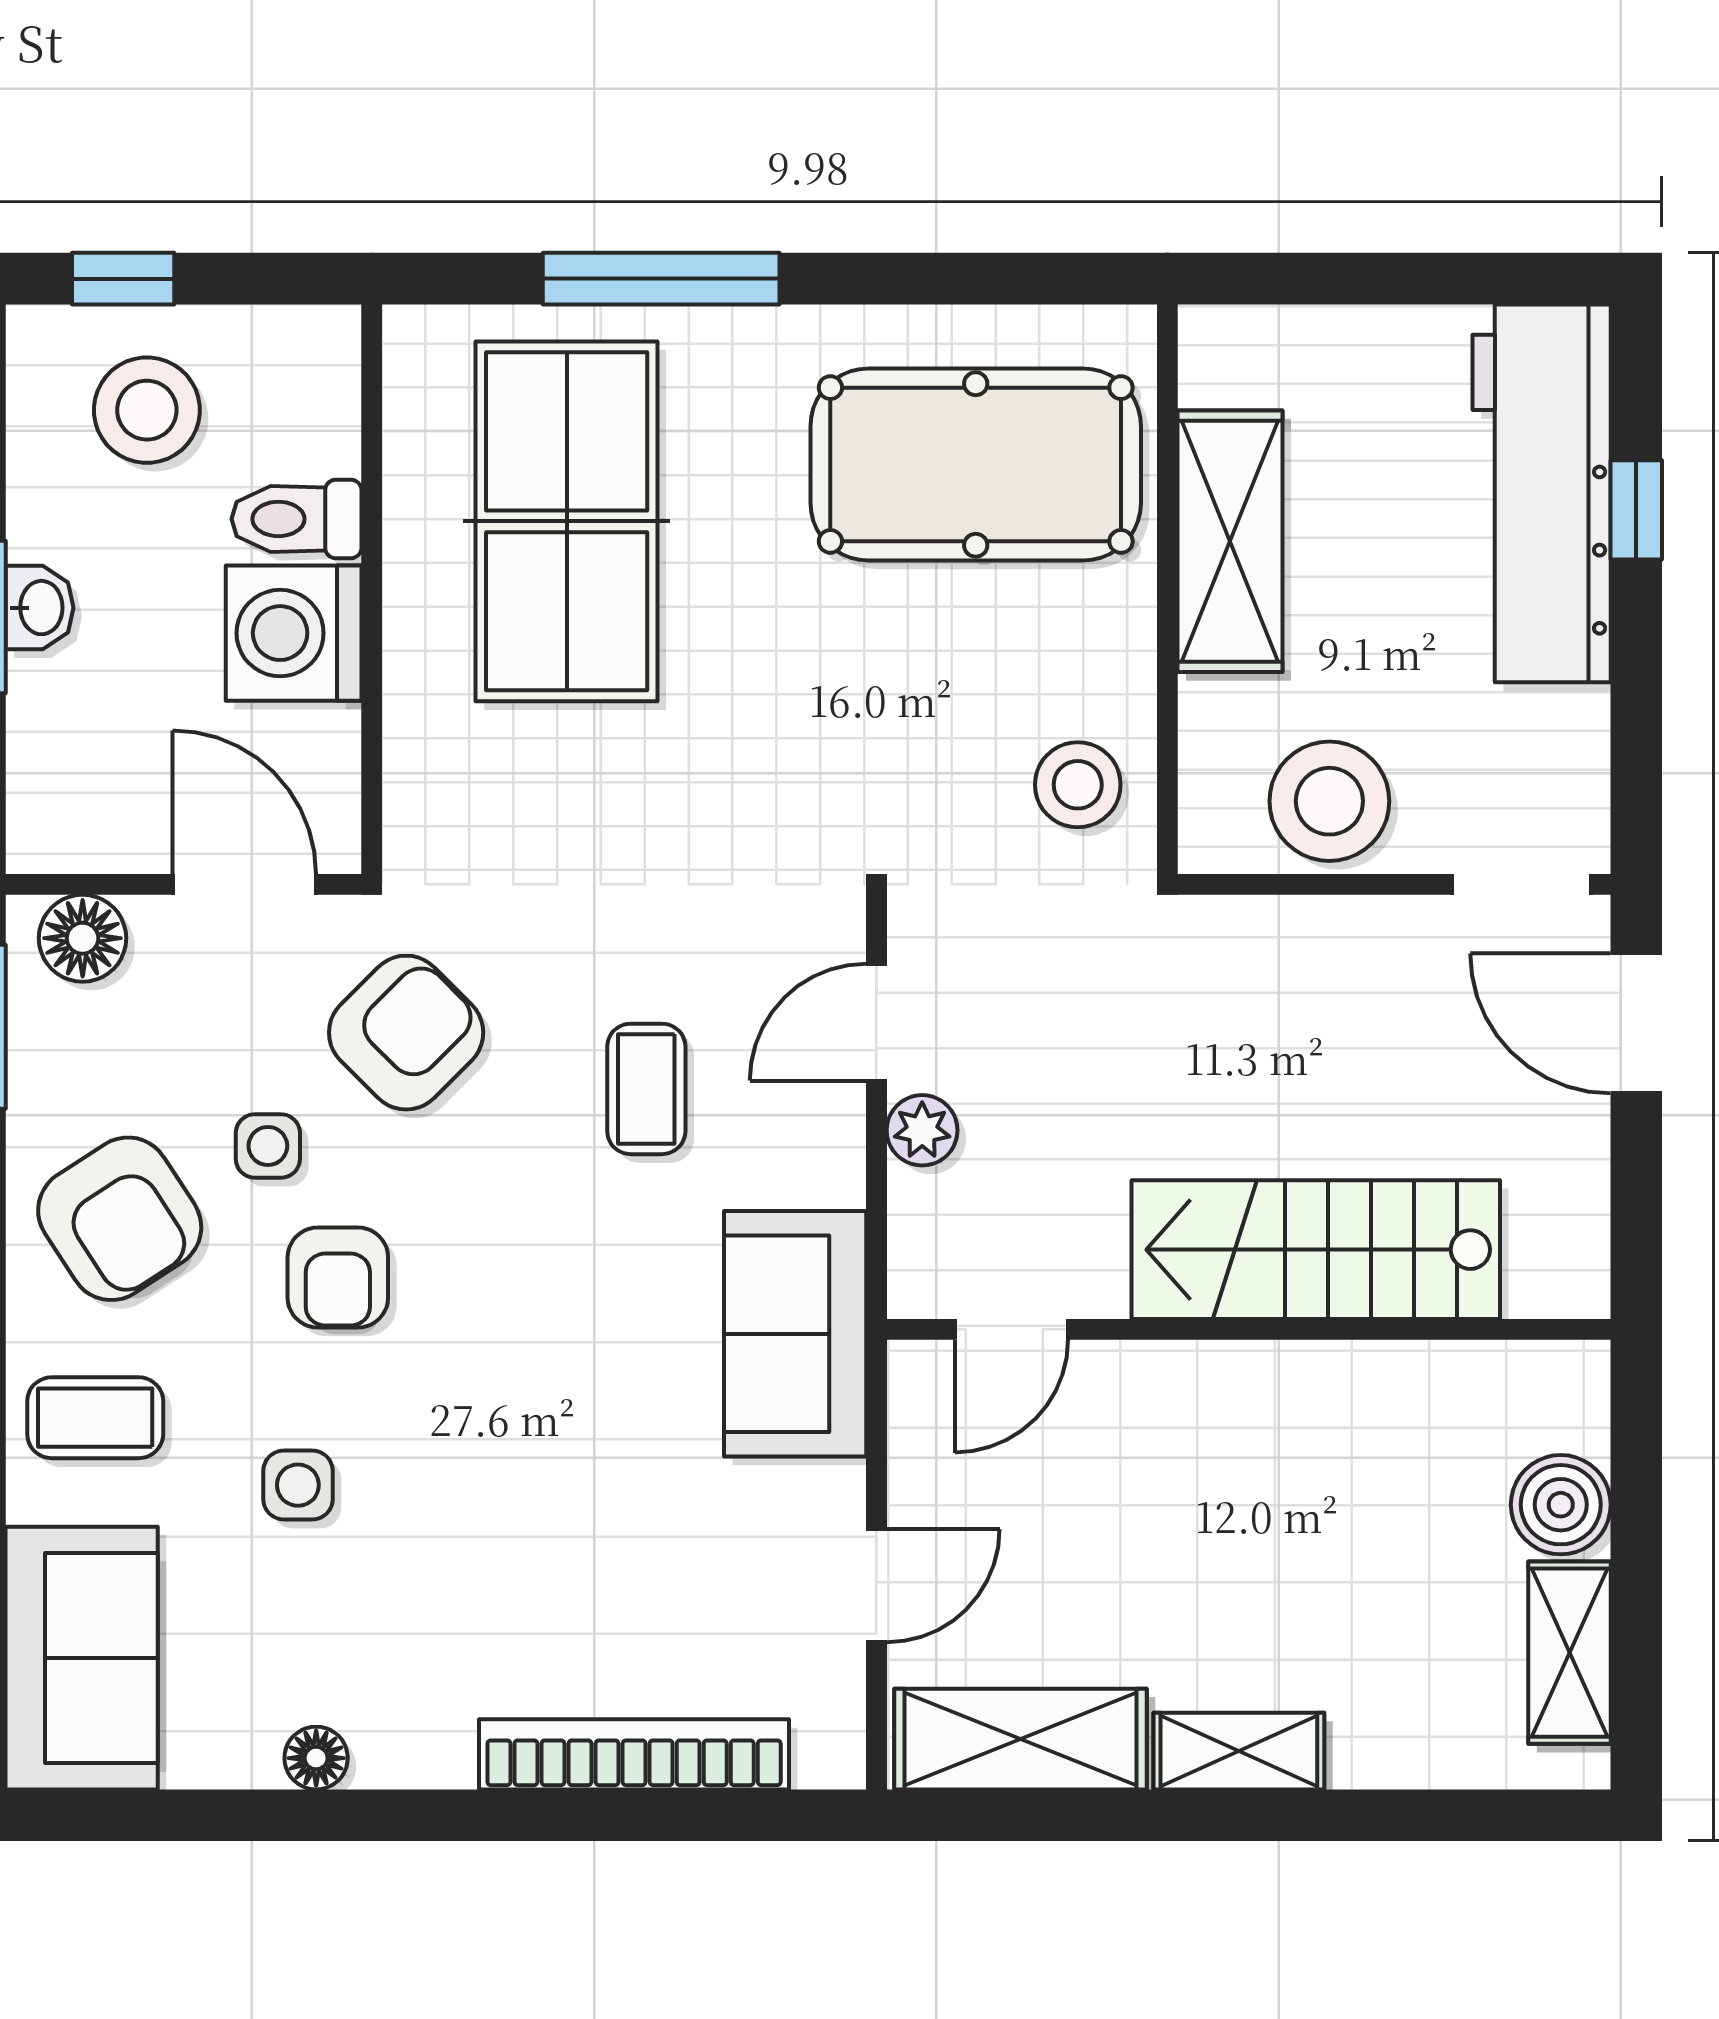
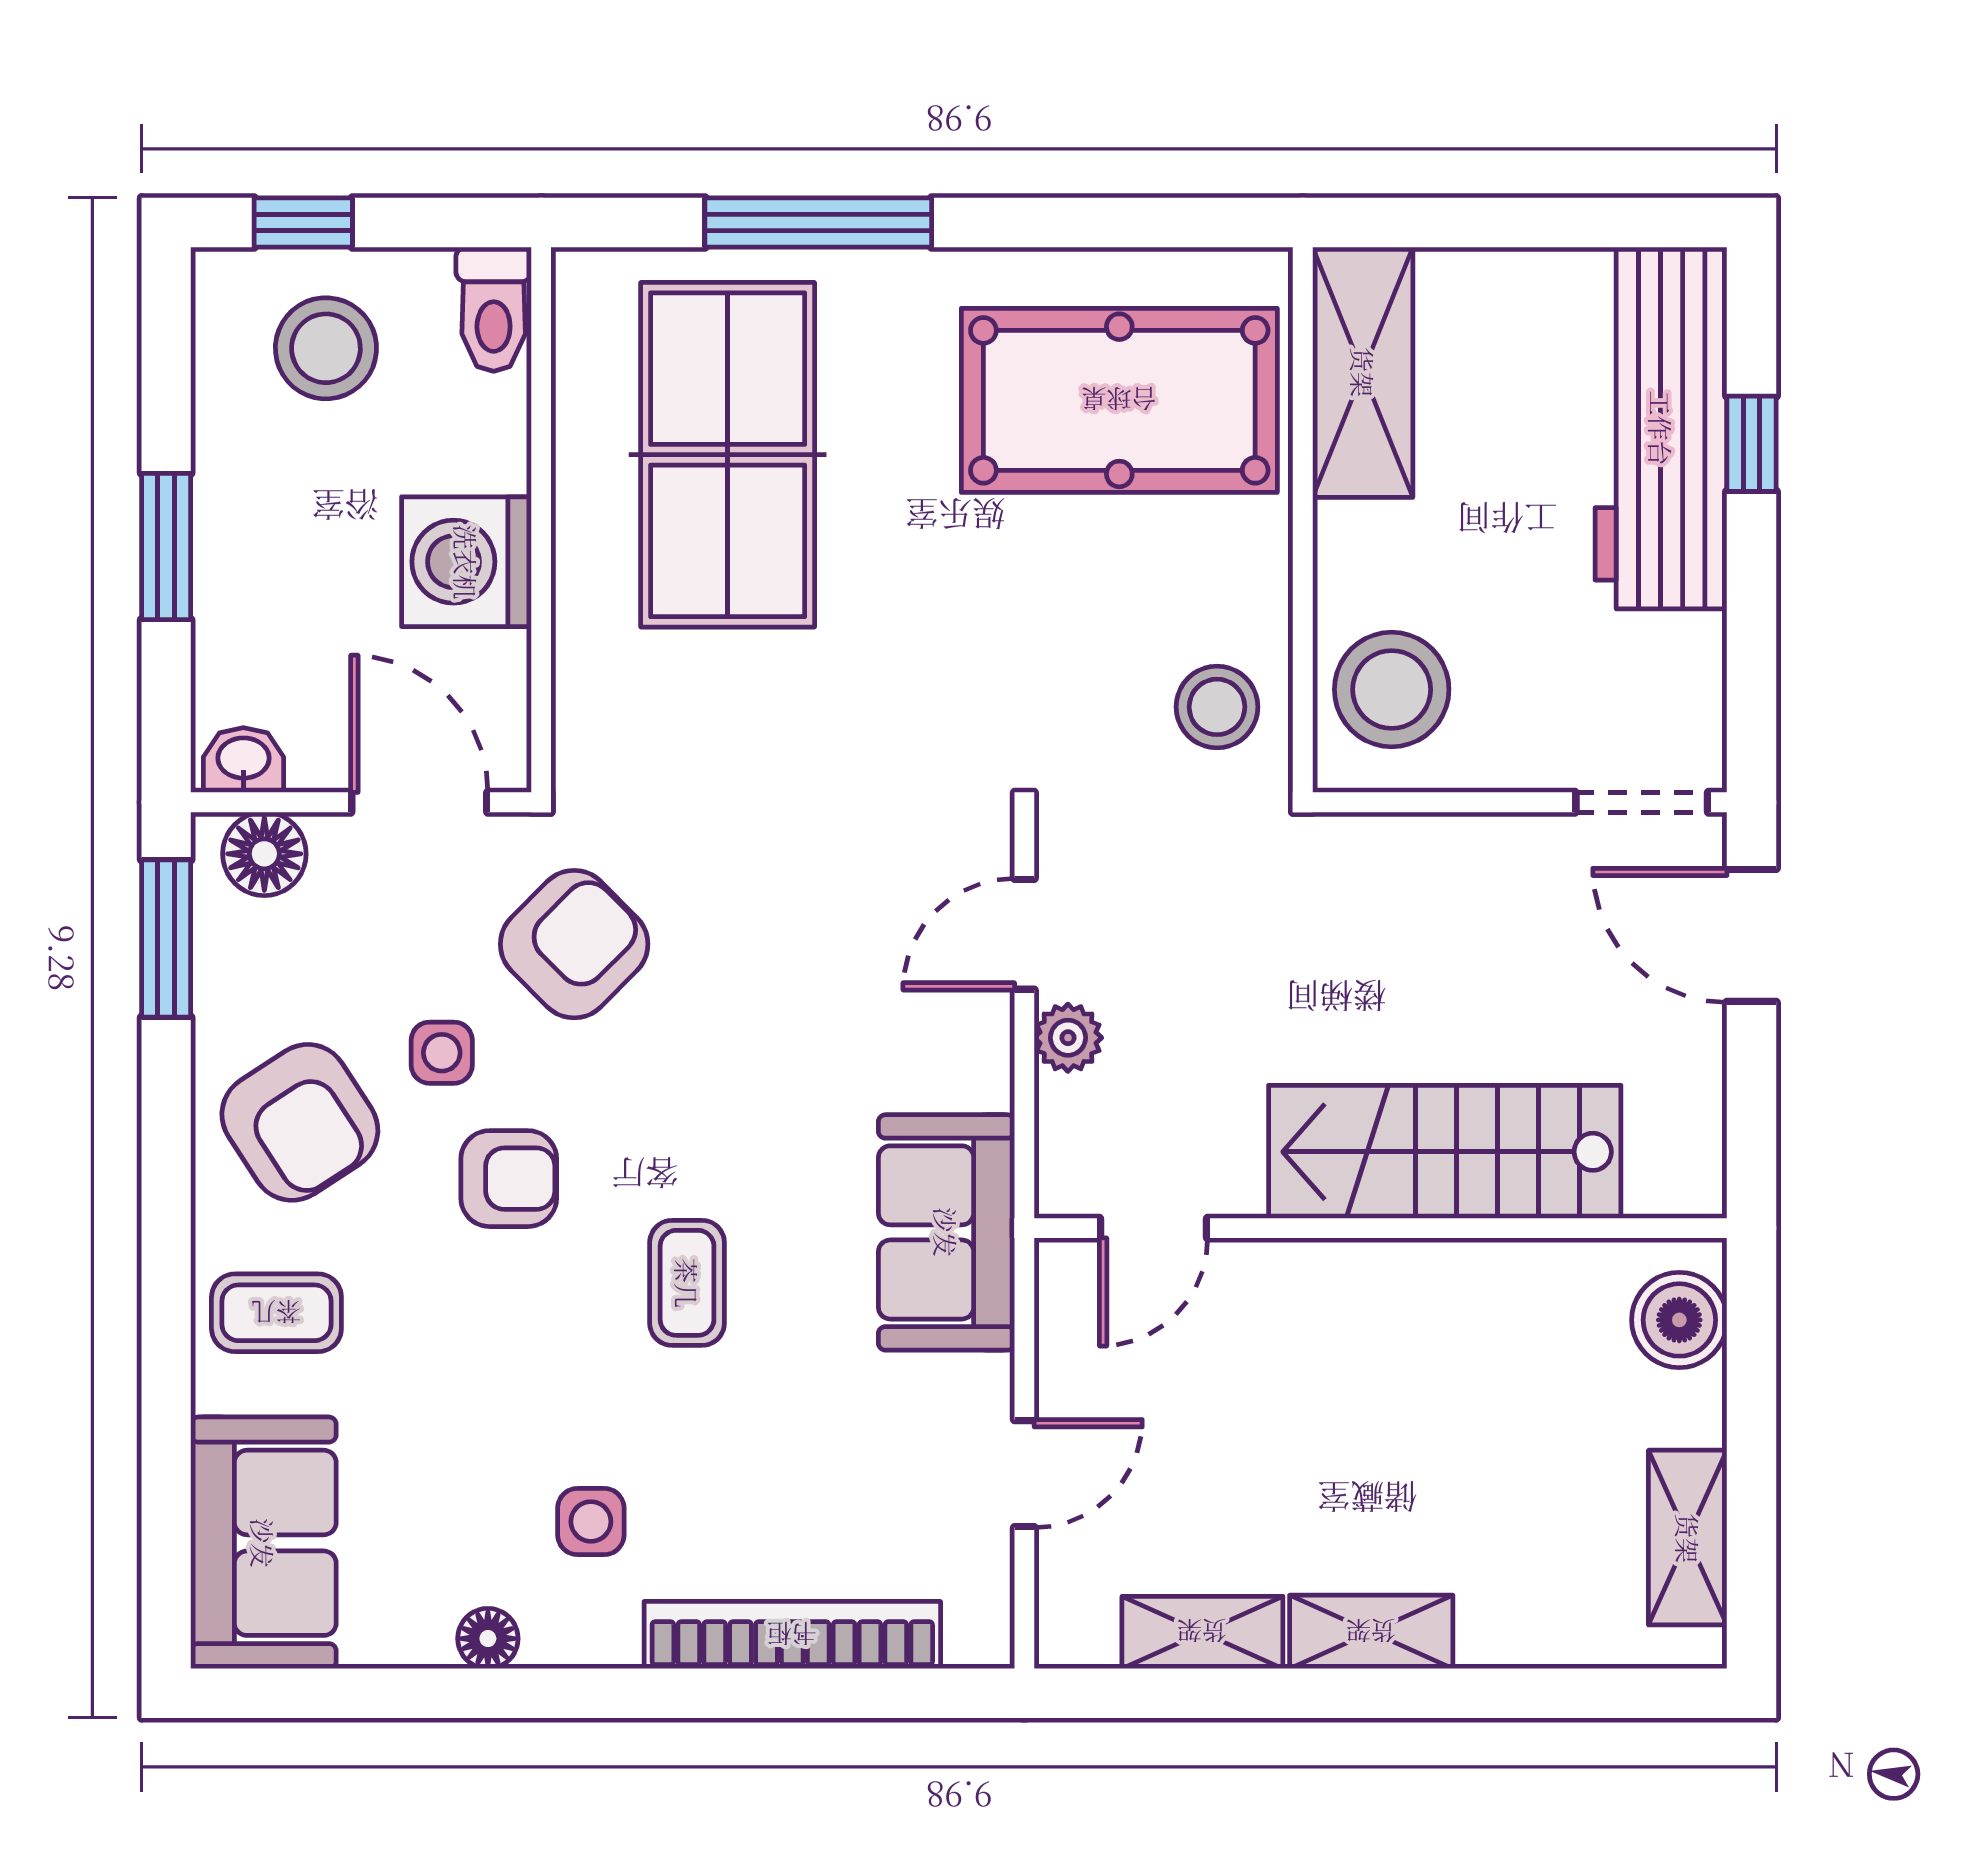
toilet: (297, 519) -> (494, 309), moved, turned -90
shelving: (1230, 541) -> (1363, 372), moved
washbasin: (39, 608) -> (243, 760), moved, turned -90
stool: (1329, 801) -> (1392, 689), moved
coffee table: (646, 1089) -> (687, 1283), moved
armchair: (338, 1278) -> (509, 1179), turned -90
side table: (298, 1485) -> (591, 1522), moved
boiler: (1561, 1505) -> (1679, 1320), moved
shelving: (1021, 1739) -> (1202, 1632), width x0.67, depth x0.75

